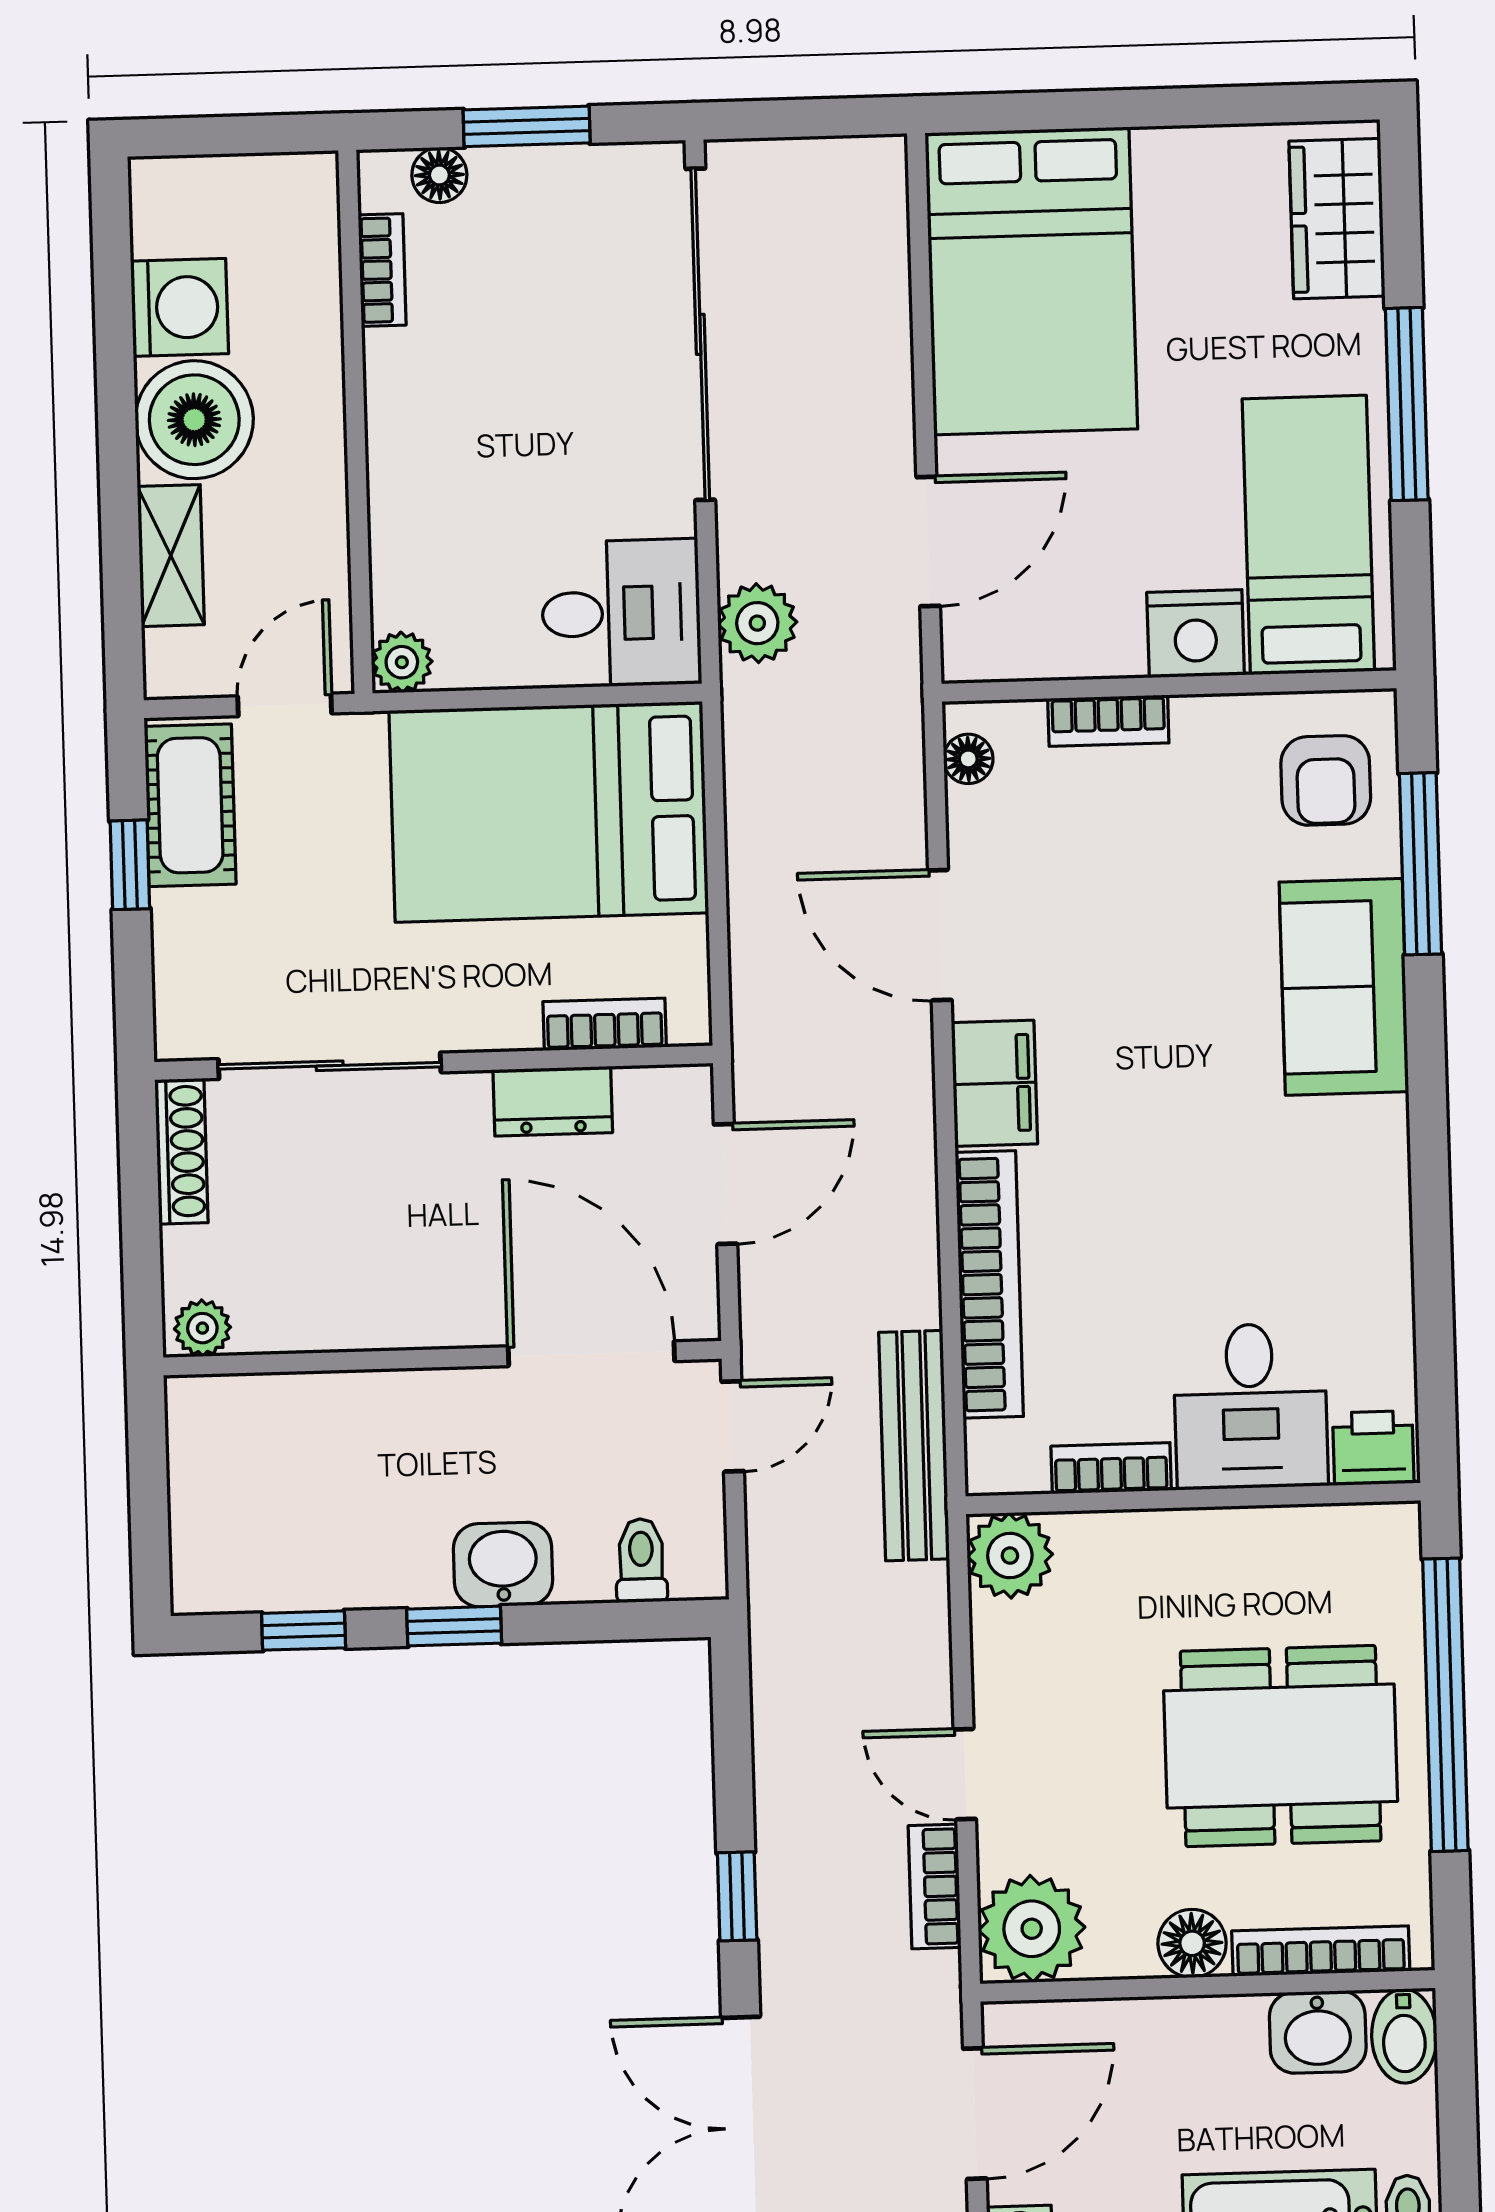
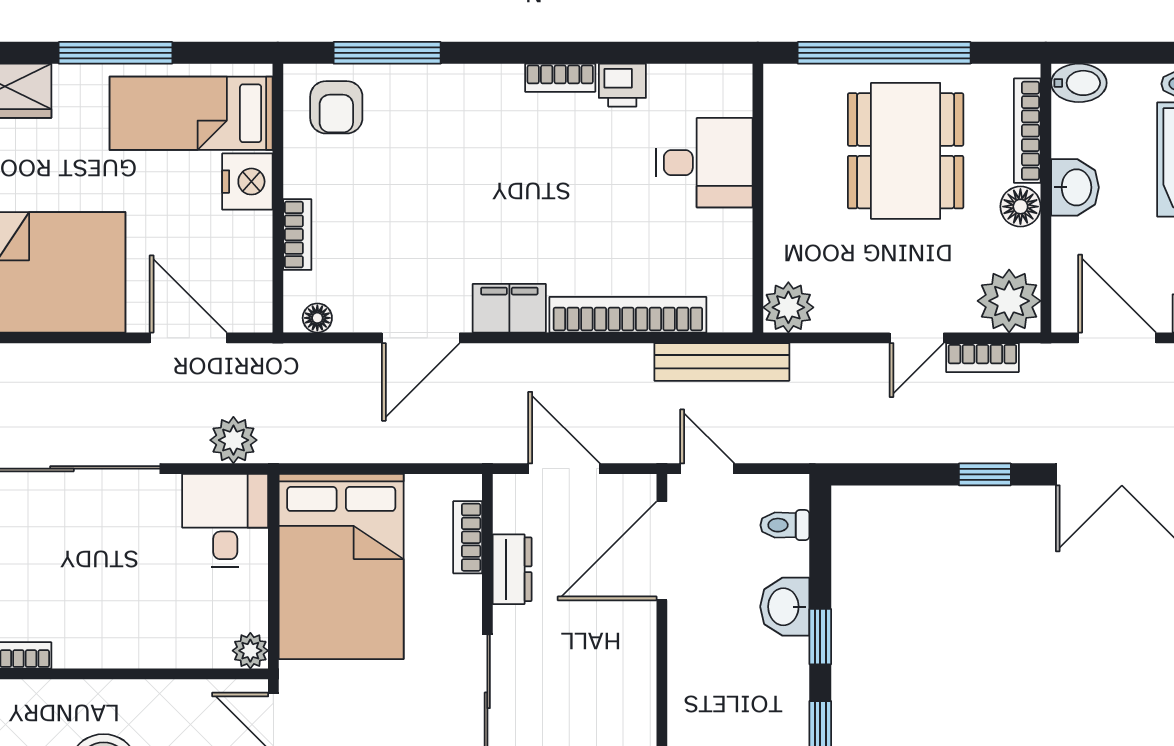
armchair: (1326, 780) -> (336, 107), turned 90
sofa: (1344, 987) -> (459, 100), removed
printer: (1373, 1448) -> (622, 85), moved, turned -90
bookcase: (1111, 1468) -> (560, 78), moved, turned -90
washbasin: (1318, 2032) -> (1075, 187), moved

